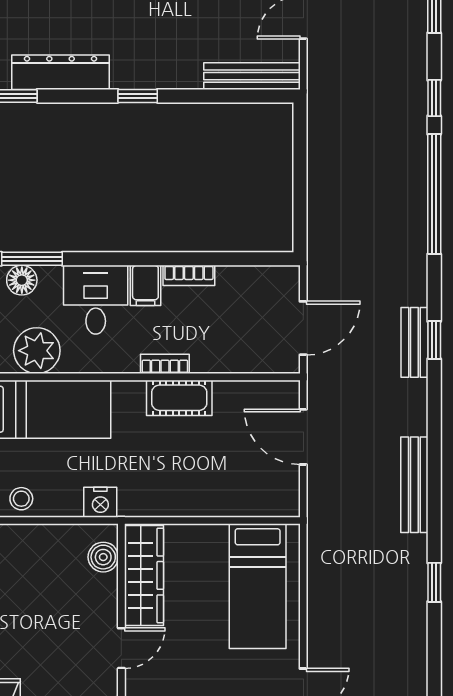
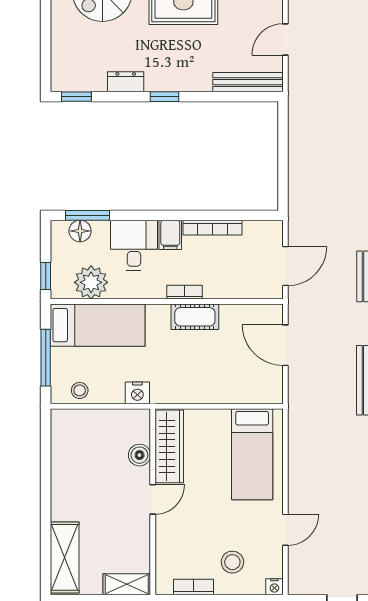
dresser: (61, 72) -> (126, 82), width x0.51, depth x0.80
bookcase: (189, 275) -> (212, 228), width x1.56
boiler: (103, 557) -> (139, 455), moved

